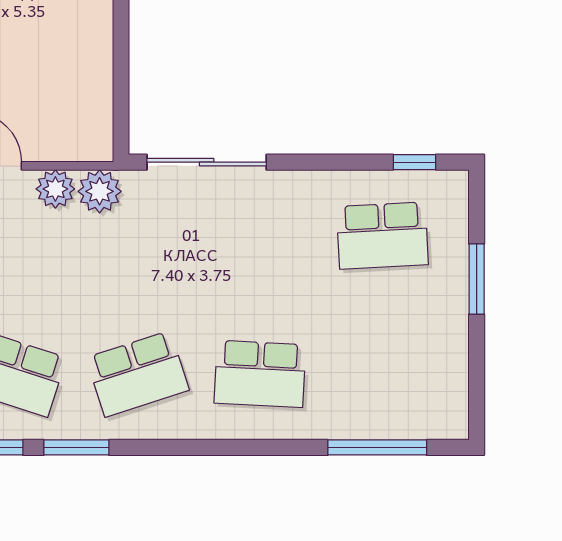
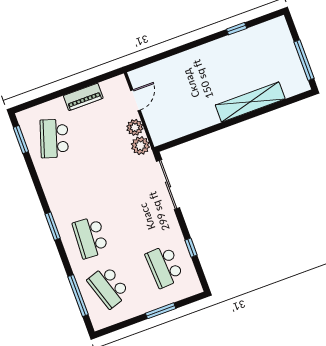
window: (415, 162) -> (191, 248), moved
school desk: (138, 374) -> (108, 287), moved
window: (76, 447) -> (53, 226), moved

